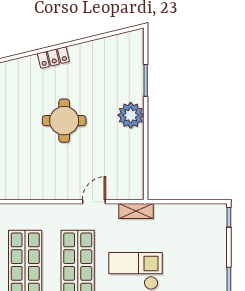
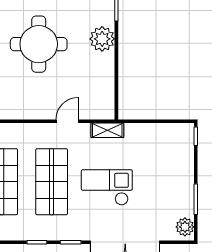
round table: (64, 121) -> (39, 44), width x1.36, depth x1.36

